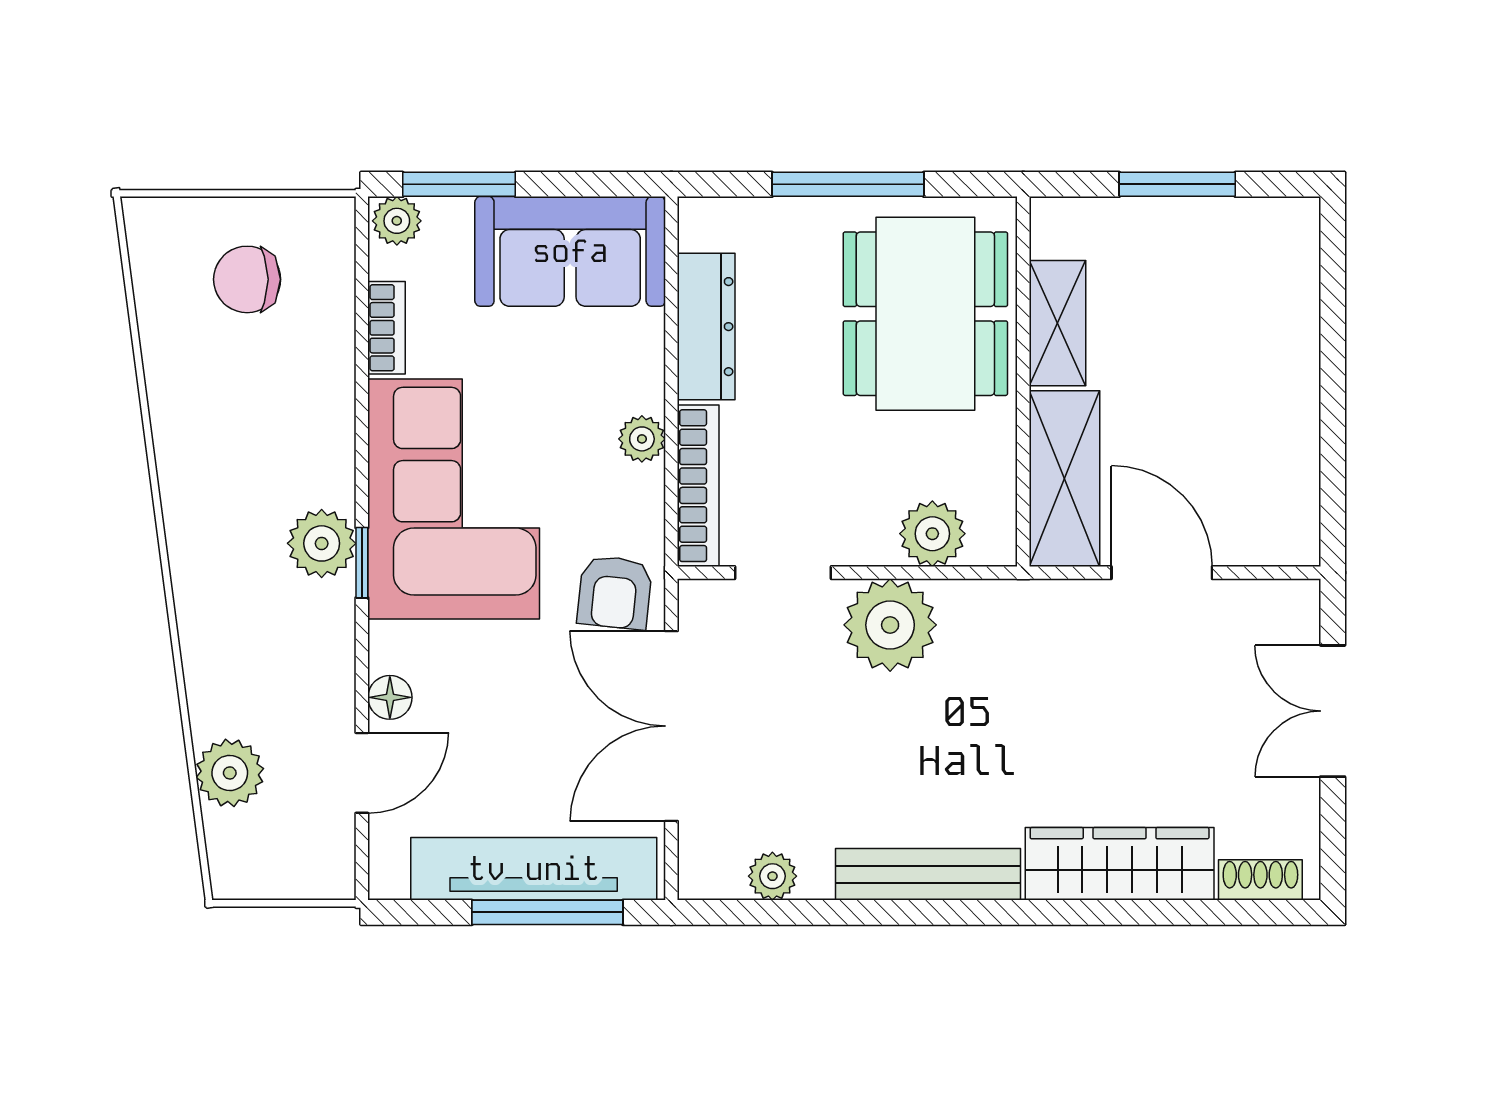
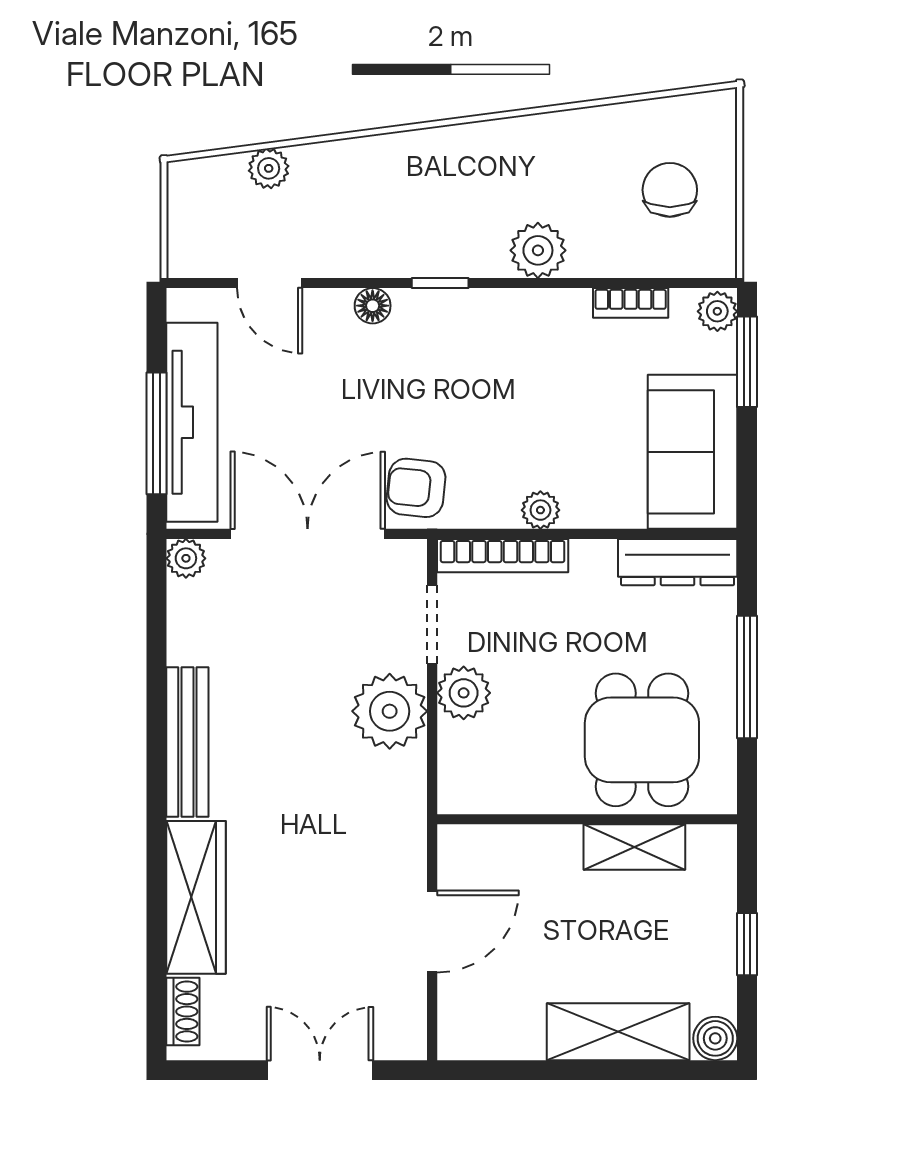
window: (1177, 184) -> (747, 944), width x0.67
boiler: (1294, 223) -> (715, 1038), added
dining table: (925, 314) -> (642, 740), width x0.73
dresser: (706, 327) -> (678, 562), moved
shelving: (1064, 479) -> (618, 1032), moved
corner sofa: (454, 499) -> (492, 357), removed
plant: (932, 534) -> (464, 693), moved
plant: (322, 543) -> (538, 250), moved
floor lamp: (390, 697) -> (373, 306), moved
plant: (230, 773) -> (269, 168), width x0.73, depth x0.73
plant: (772, 876) -> (186, 558), moved

